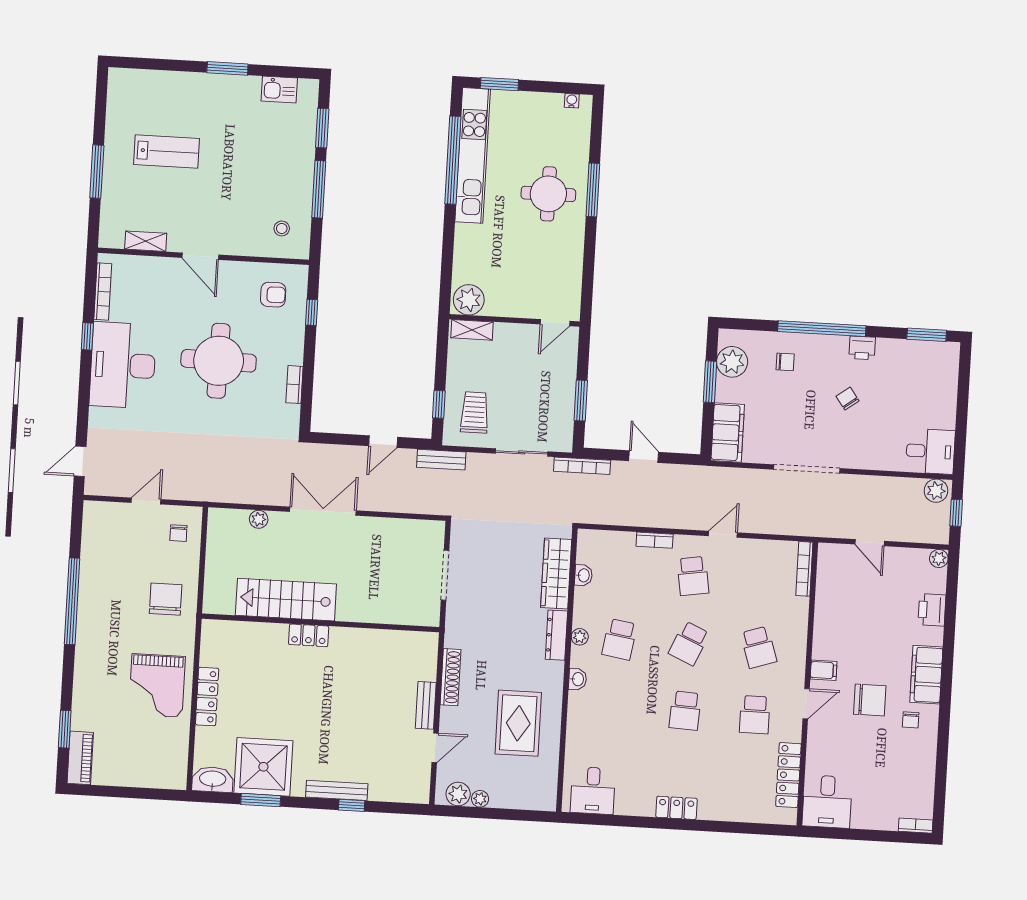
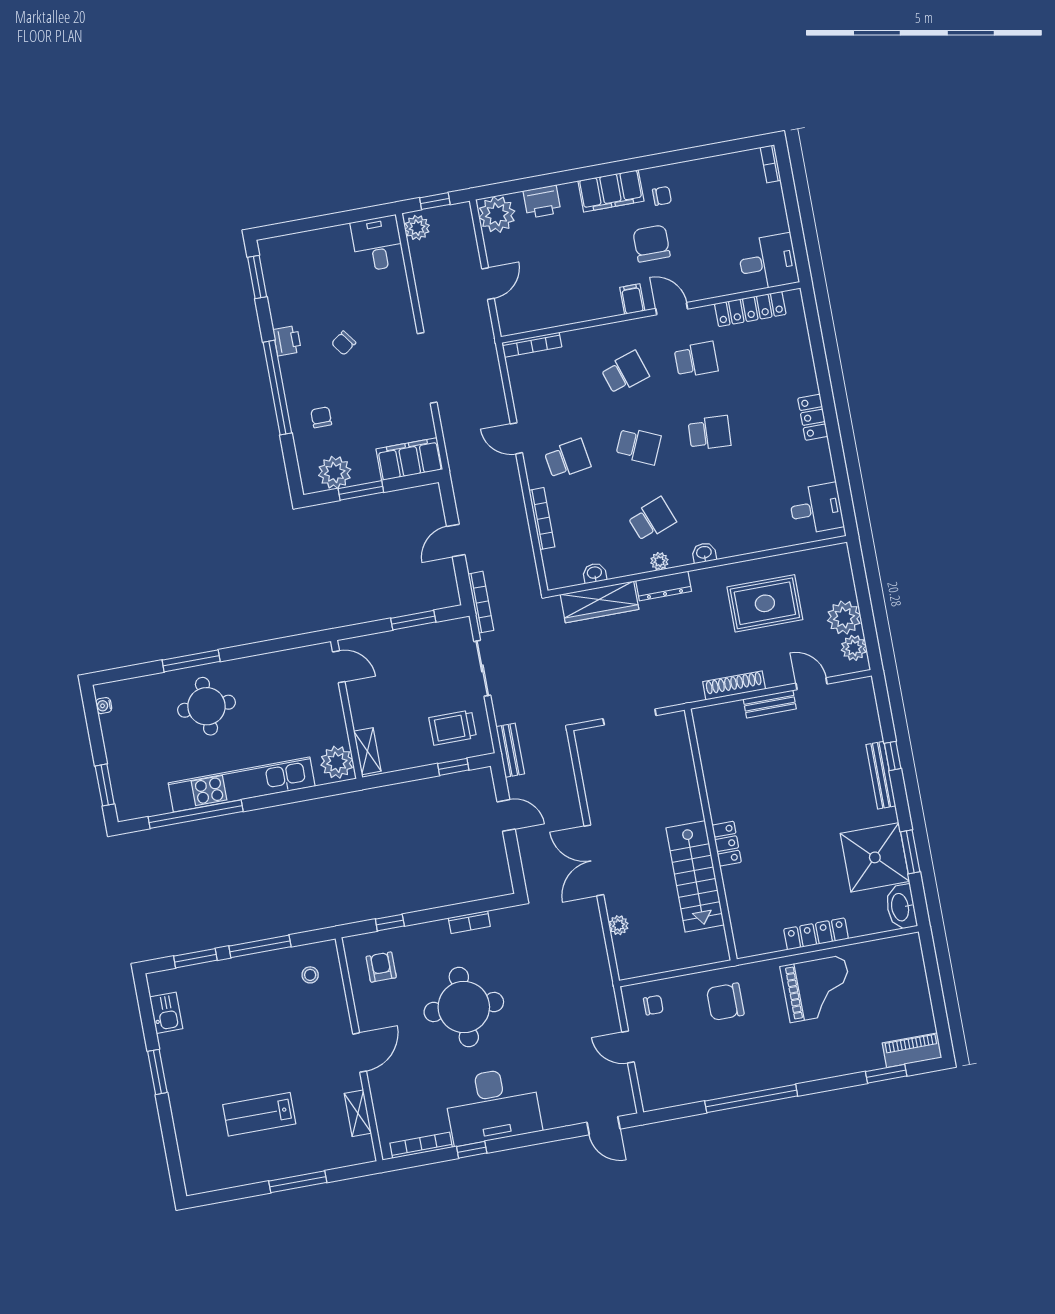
lab bench: (167, 151) -> (259, 1114), turned -90
kitchen unit: (473, 155) -> (242, 785), moved
bookcase: (655, 540) -> (542, 519), width x1.56
plant: (939, 559) -> (497, 214), width x1.87, depth x1.87
school desk: (619, 639) -> (652, 519), turned -30
plant: (480, 799) -> (844, 618), width x1.87, depth x1.87

